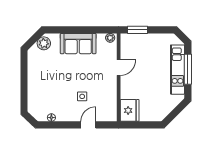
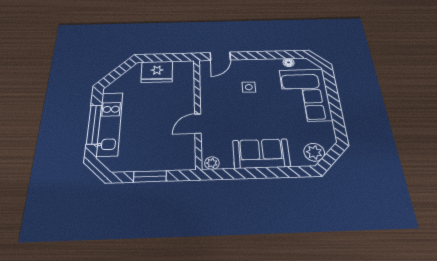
window: (138, 30) -> (150, 176), moved
corner sofa: (43, 89) -> (305, 95), added
fridge: (130, 110) -> (157, 72), moved, turned -90
door: (88, 125) -> (220, 56), moved

